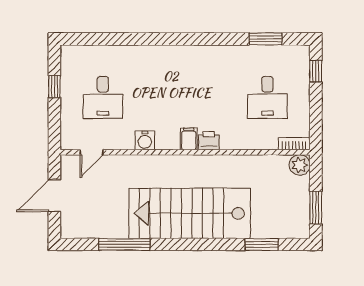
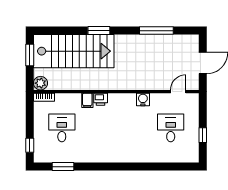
filing cabinet: (189, 139) -> (87, 100), moved
stairs: (190, 213) -> (74, 51), moved
window: (262, 244) -> (99, 31), moved

